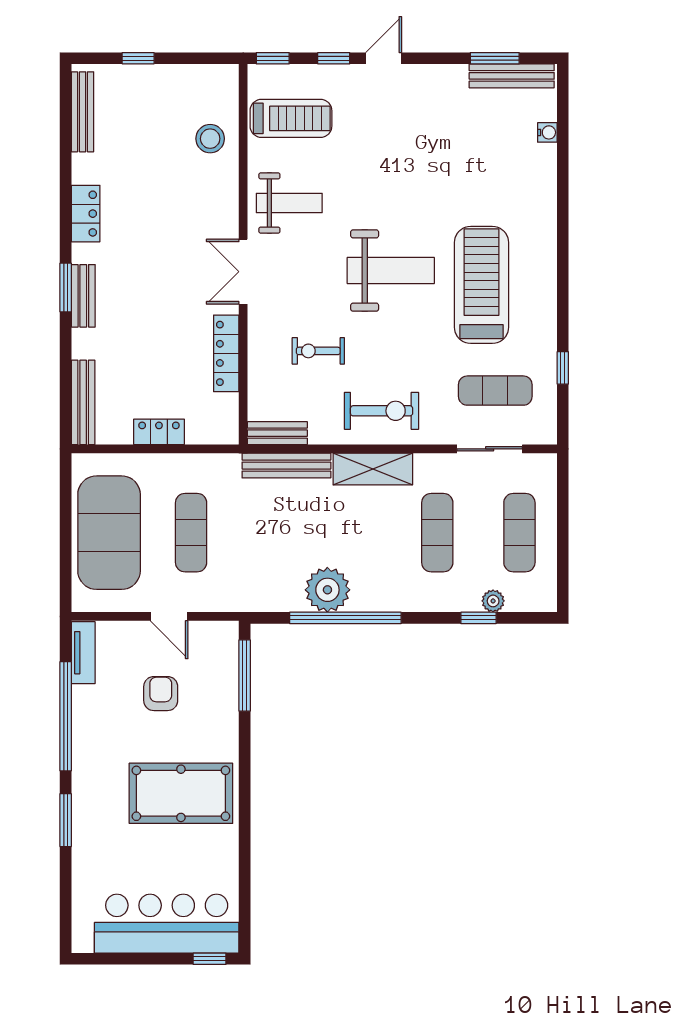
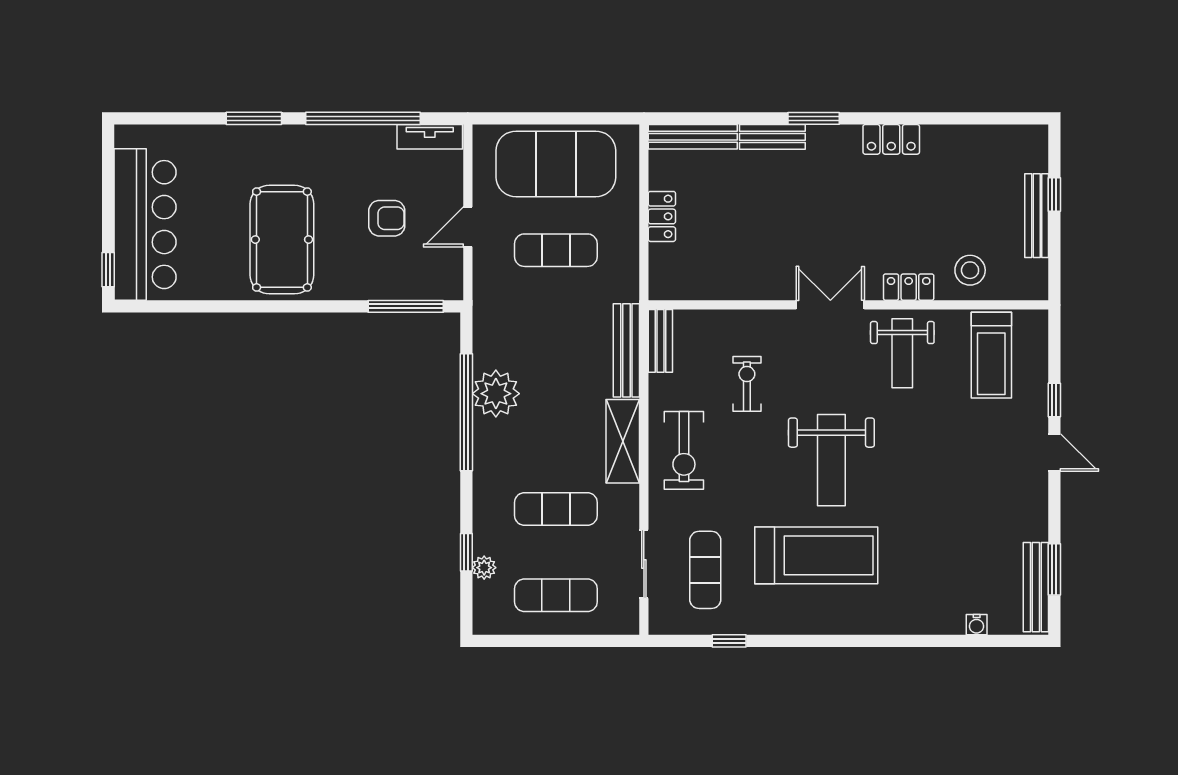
window: (273, 58) -> (1054, 336), removed
bench: (83, 112) -> (1037, 216), moved, turned 90
bench: (83, 296) -> (772, 137), moved
locker: (226, 353) -> (909, 287), moved, width x0.66

